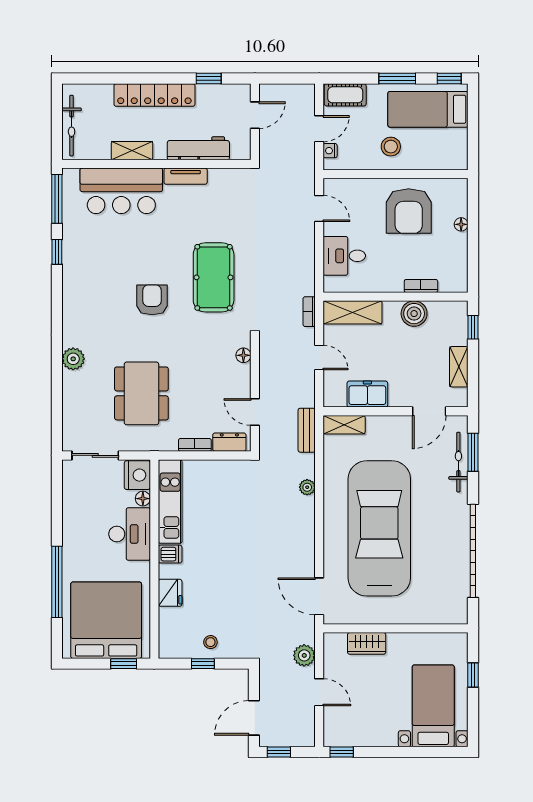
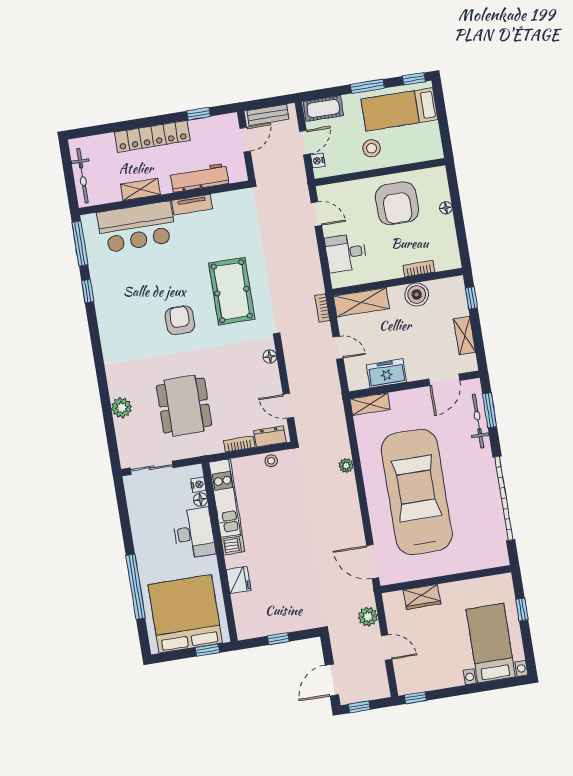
plant: (73, 359) -> (122, 408), moved
bench: (307, 430) -> (268, 115), moved, turned 90
nightstand: (137, 475) -> (198, 485), width x0.53, depth x0.56
stool: (210, 642) -> (271, 461), moved

